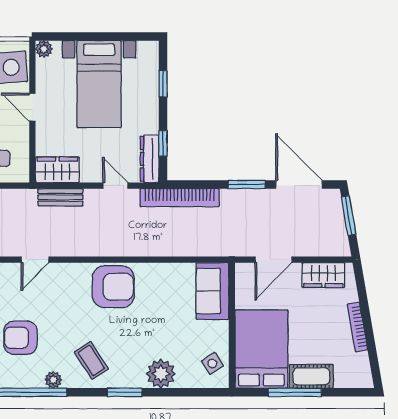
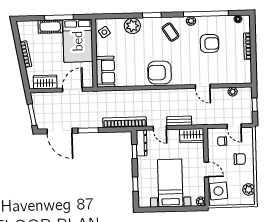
bench: (60, 197) -> (179, 121), moved
door: (35, 260) -> (203, 86), swing flipped

